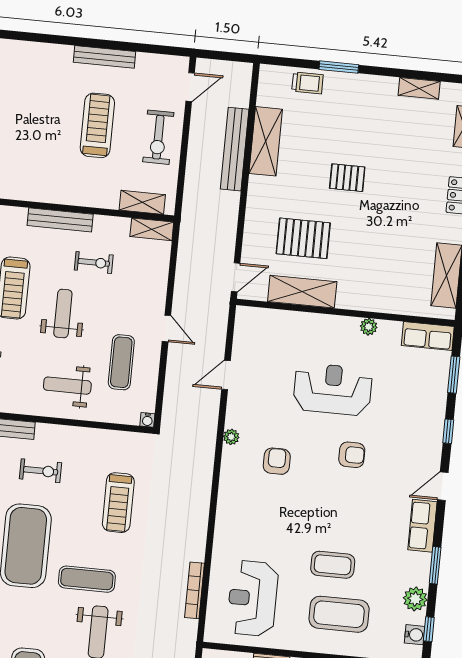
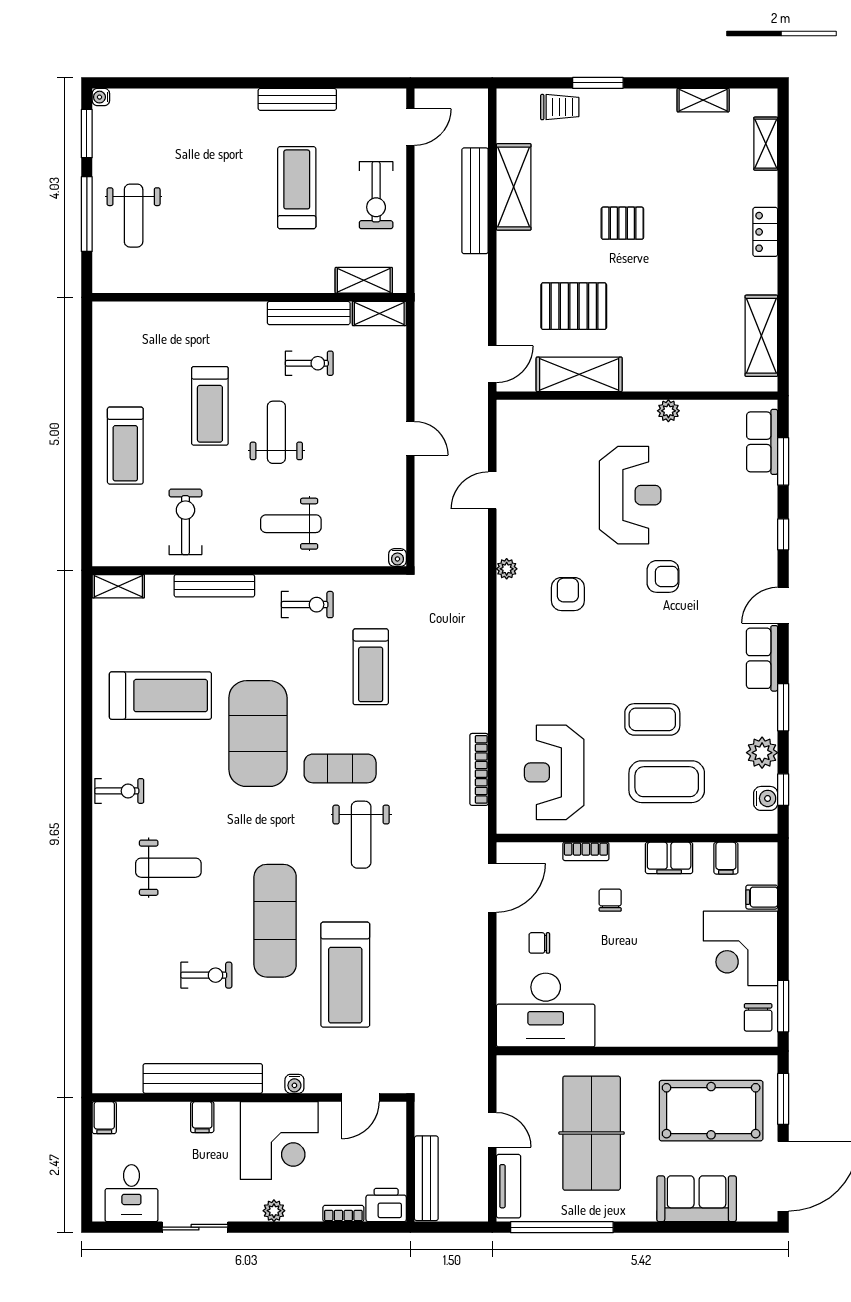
bench: (60, 220) -> (309, 313), moved
row of seats: (428, 336) -> (762, 442), moved, turned 90
exercise mat: (121, 362) -> (357, 487), removed
reception desk: (333, 389) -> (630, 495), turned 90
exercise bike: (41, 471) -> (307, 605), moved

